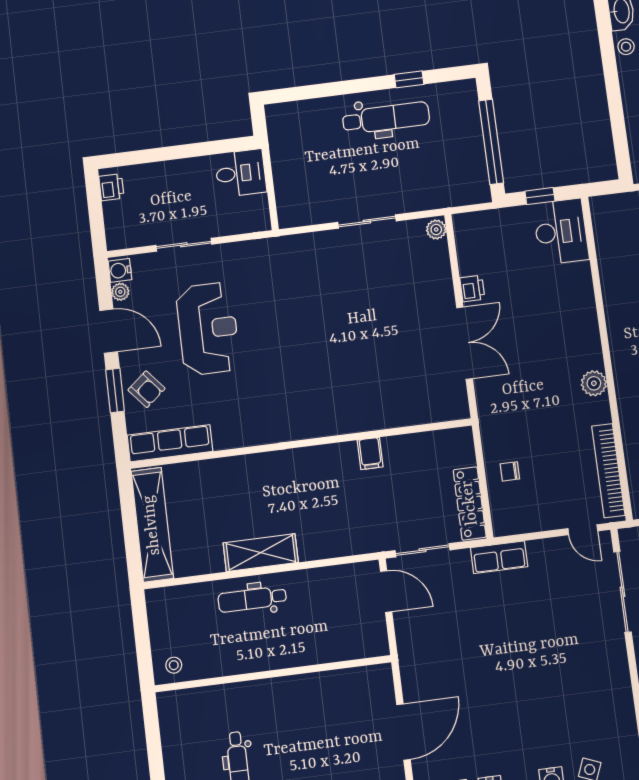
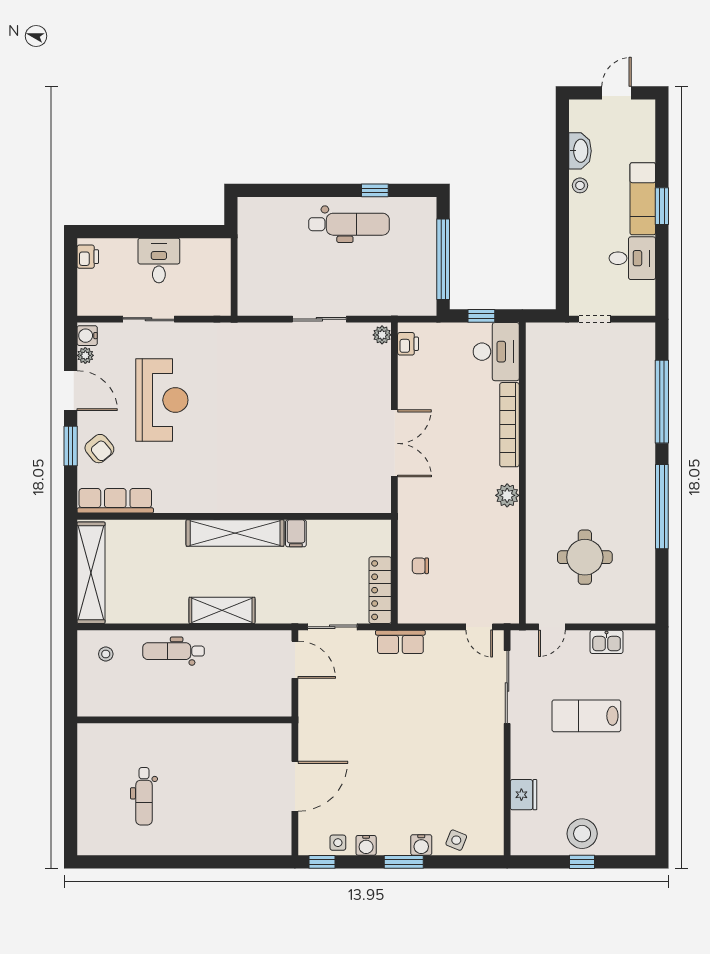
desk: (241, 173) -> (159, 260), moved, turned -90
printer: (472, 288) -> (408, 344), moved
shelving: (304, 461) -> (235, 533), added
bookcase: (608, 471) -> (509, 425), moved
shelving: (261, 553) -> (222, 610), moved
stool: (174, 665) -> (106, 654), moved

